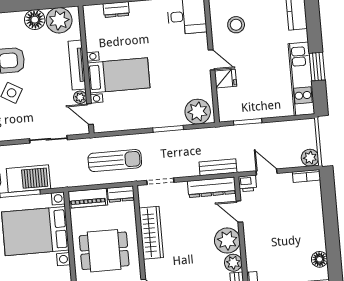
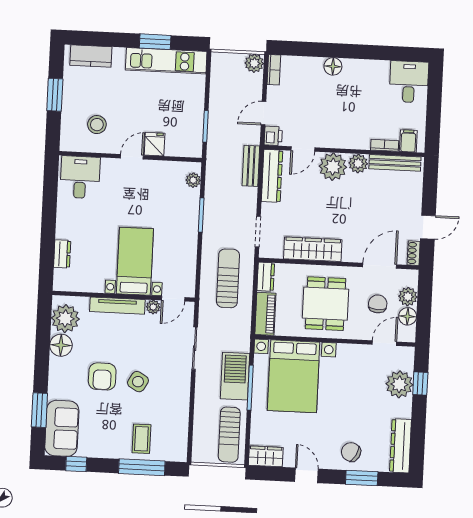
plant: (198, 112) -> (193, 180), width x0.53, depth x0.53
floor lamp: (319, 259) -> (333, 66), moved

